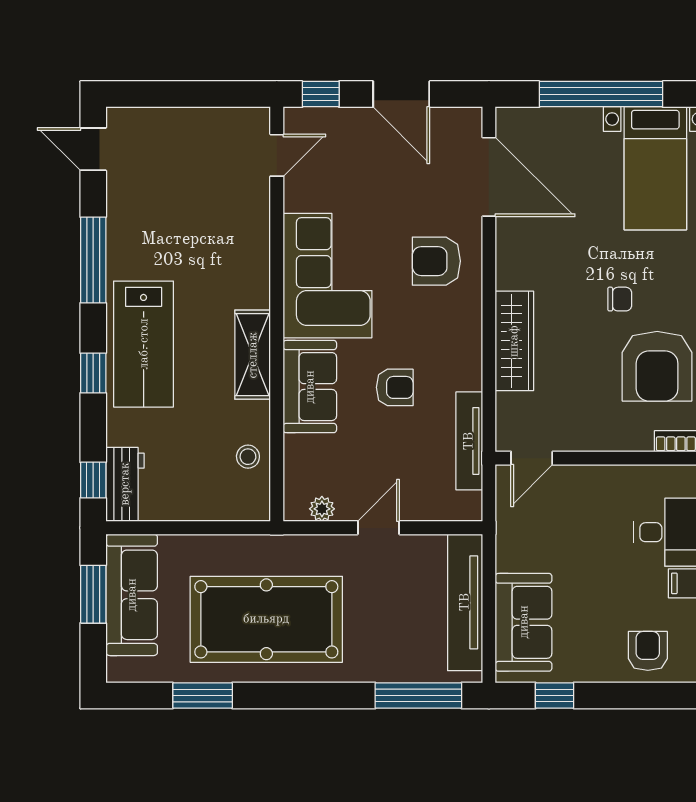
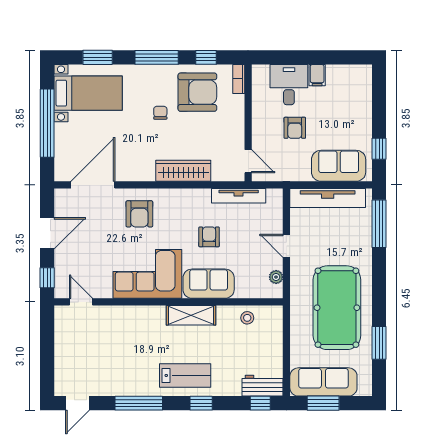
lab bench: (144, 344) -> (185, 375), width x0.73, depth x0.72
armchair: (648, 651) -> (295, 128), moved, turned -90

